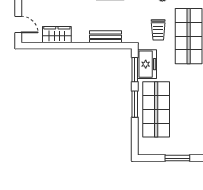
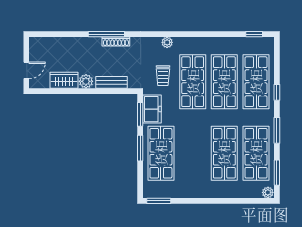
door: (18, 25) -> (26, 70), hinge flipped
plant: (79, 36) -> (86, 81), added
window: (177, 158) -> (159, 201), moved

